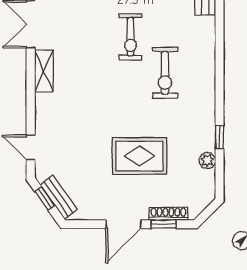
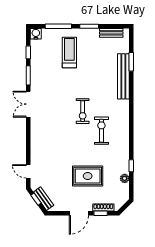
shelving: (44, 71) -> (36, 130), removed
exercise bike: (165, 73) -> (101, 131), turned 180

